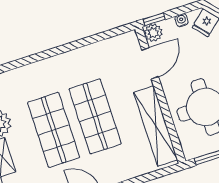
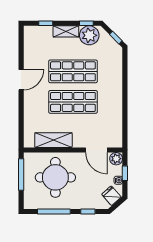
window: (154, 19) -> (125, 173), moved
shelving: (156, 126) -> (53, 140), width x0.68

